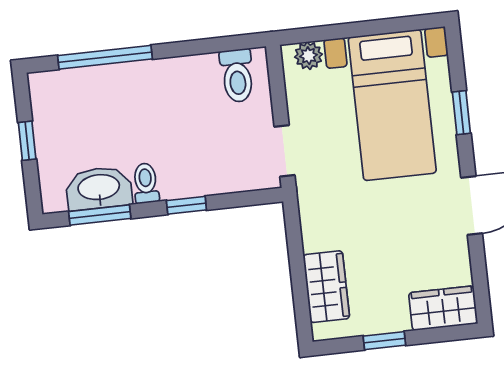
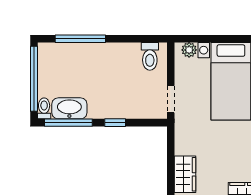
window: (27, 141) -> (34, 79), width x3.17
toilet: (146, 183) -> (44, 108), moved
window: (100, 215) -> (68, 123), width x1.44

